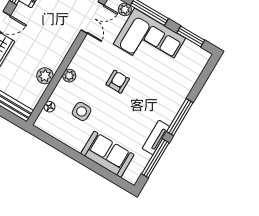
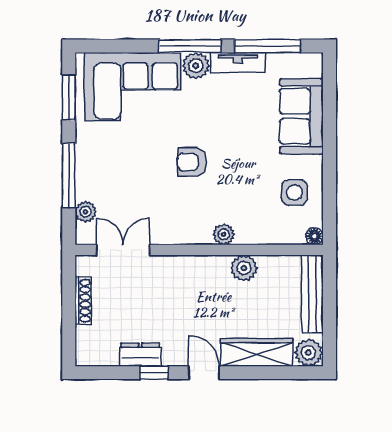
corner sofa: (149, 41) -> (132, 87), moved, turned 90
floor lamp: (50, 107) -> (314, 236), moved
side table: (82, 111) -> (294, 193), moved
plant: (168, 114) -> (196, 66), added

